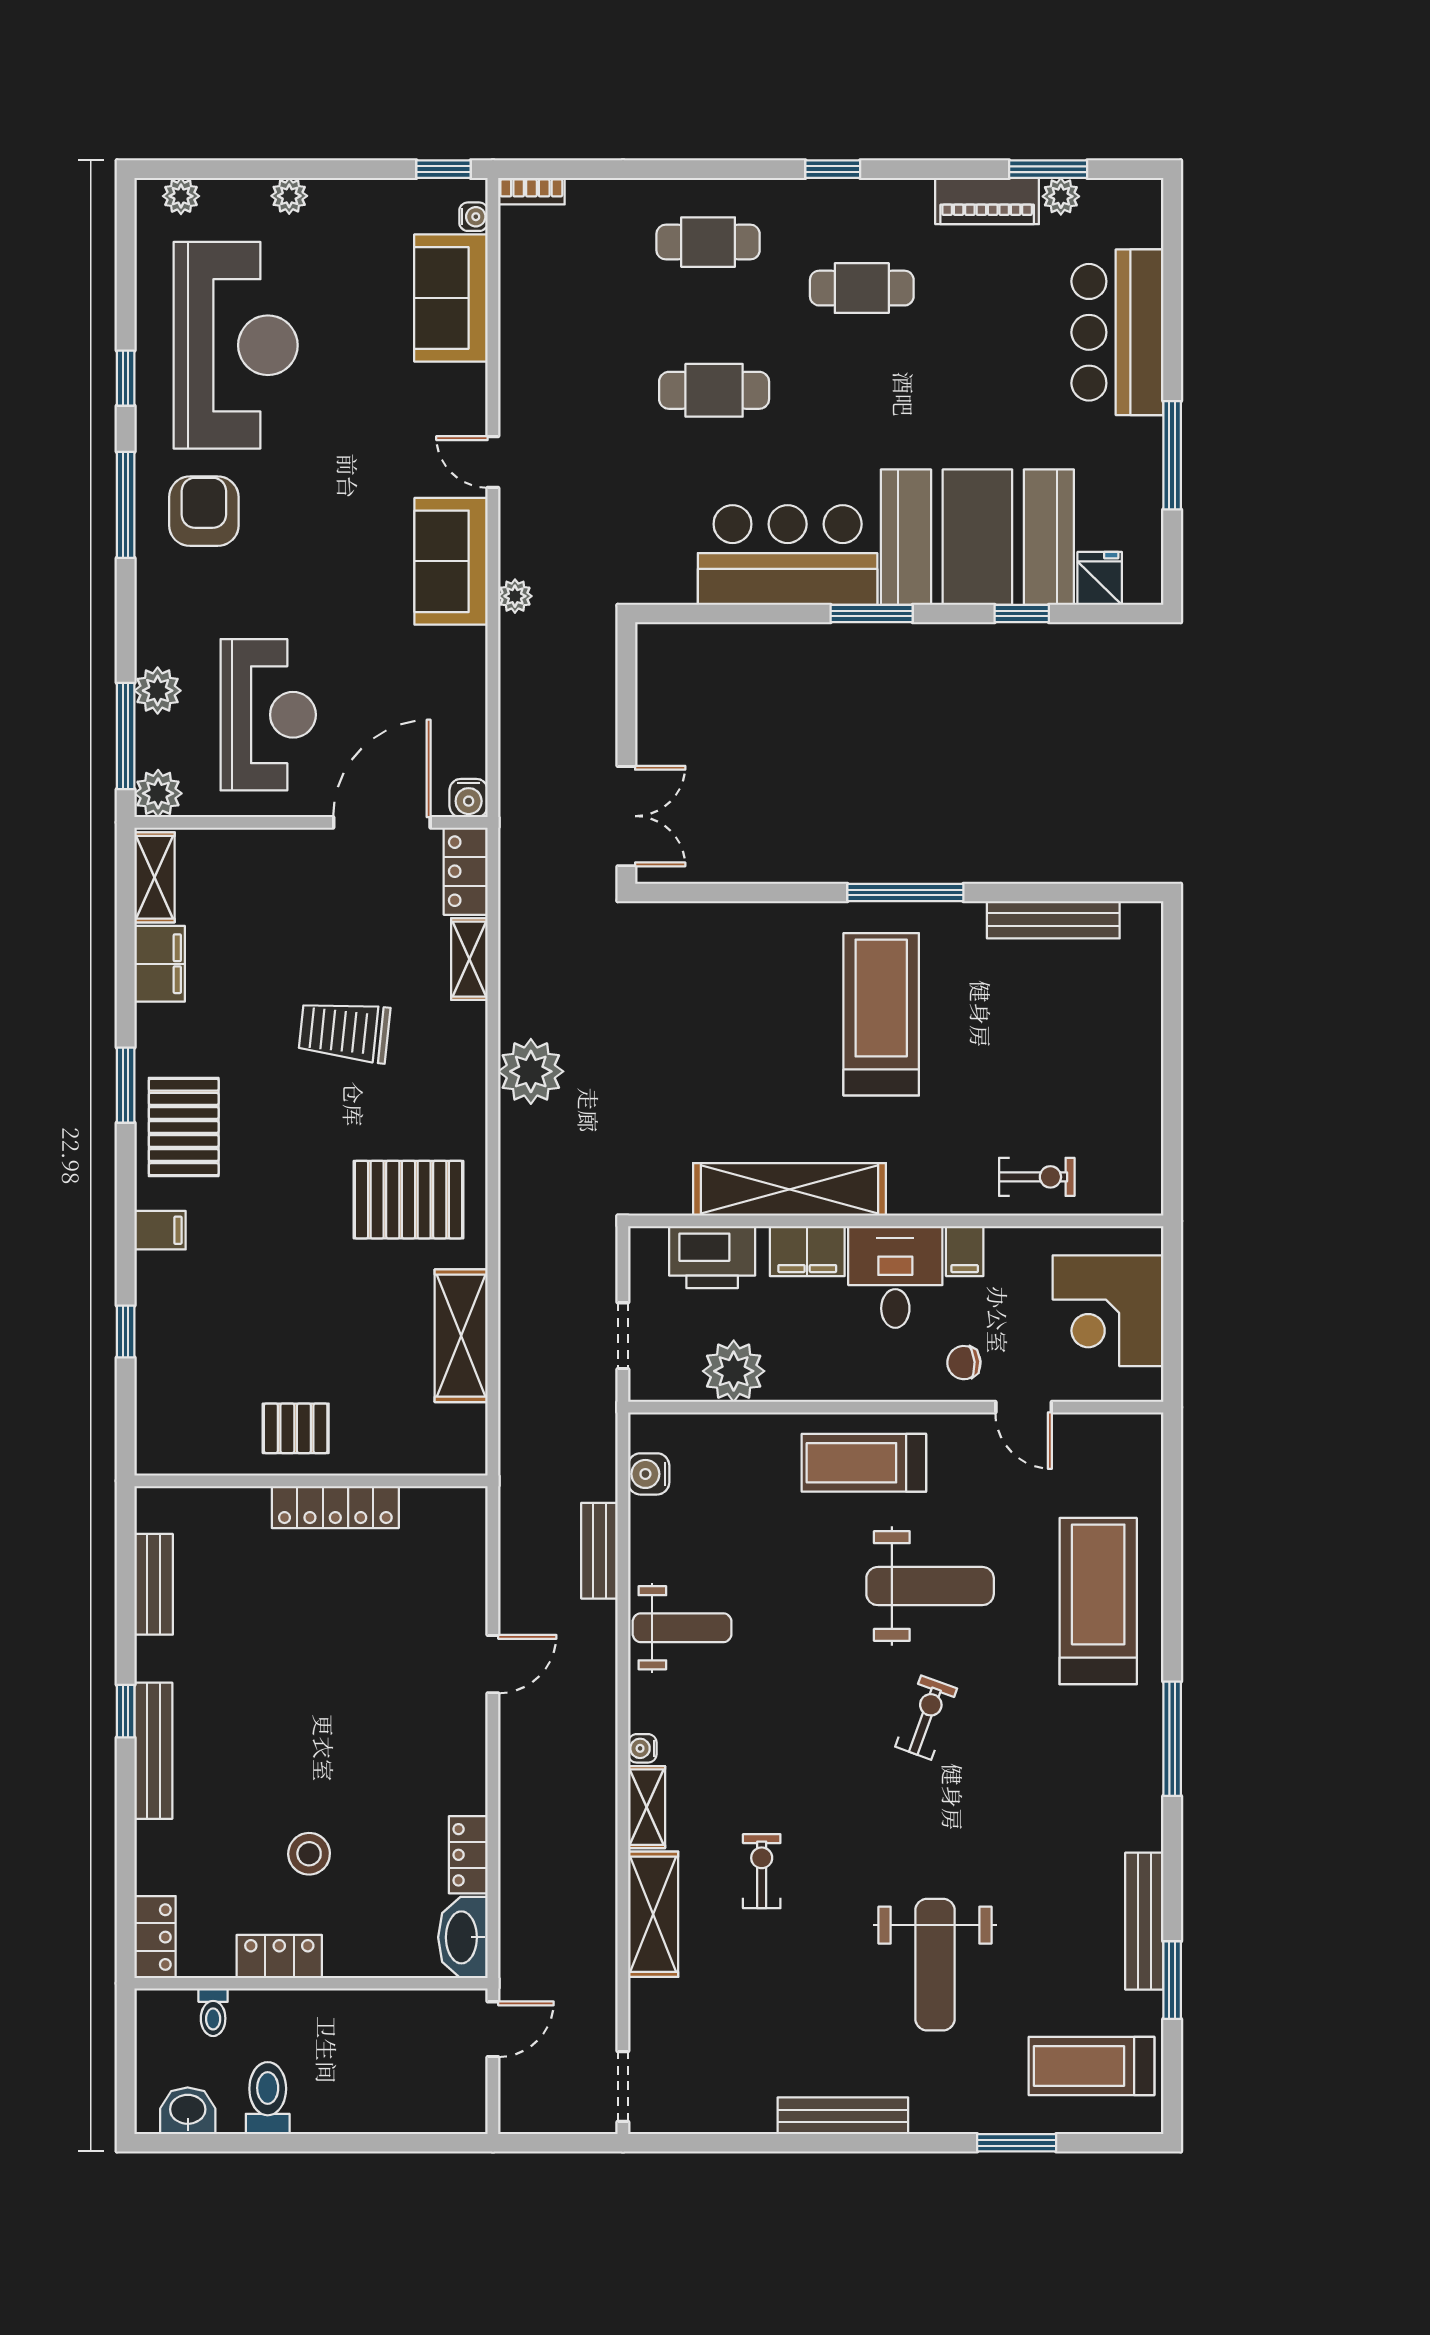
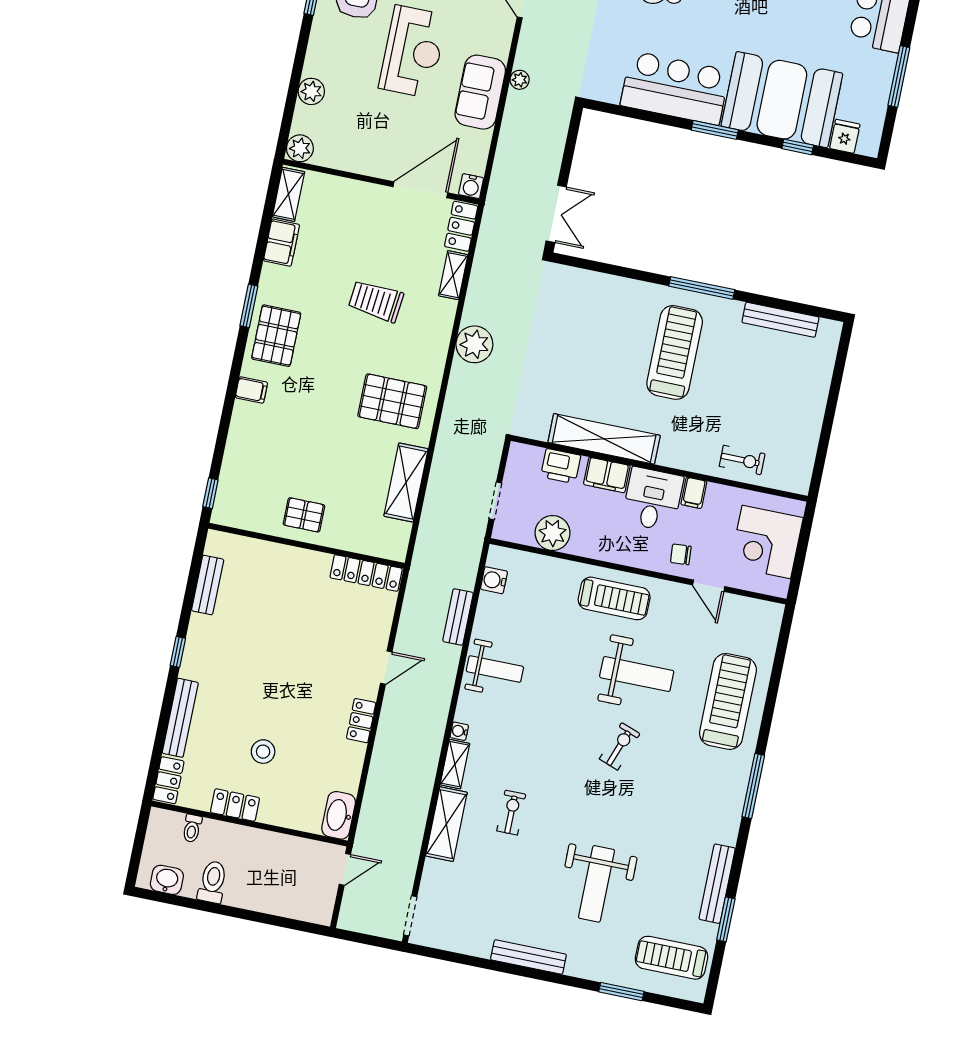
sofa: (451, 561) -> (480, 92), moved
reception desk: (268, 715) -> (413, 52), moved
window: (126, 736) -> (288, 113), removed
printer: (712, 1257) -> (561, 466), width x0.73, depth x0.84
window: (126, 1331) -> (210, 493), moved
treadmill: (864, 1463) -> (614, 598), turned 180
locker: (335, 1507) -> (366, 573), moved
bench: (153, 1751) -> (180, 718), moved
locker: (468, 1855) -> (361, 721), moved

